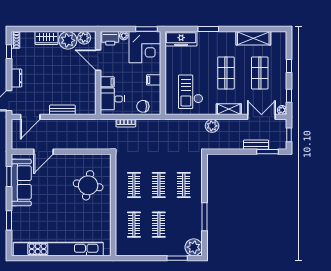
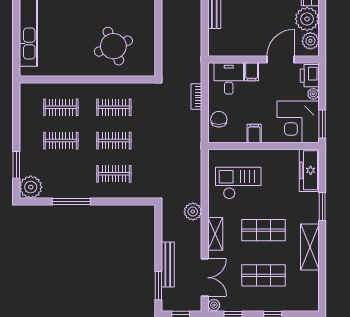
shelving: (253, 38) -> (310, 247), moved
bench: (256, 145) -> (168, 264), width x1.36
round table: (88, 185) -> (113, 46), turned -31

